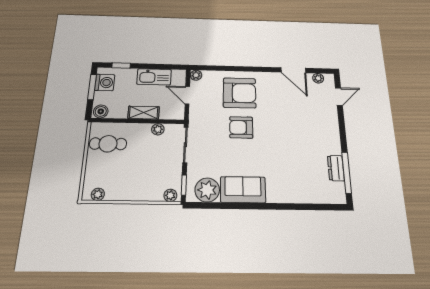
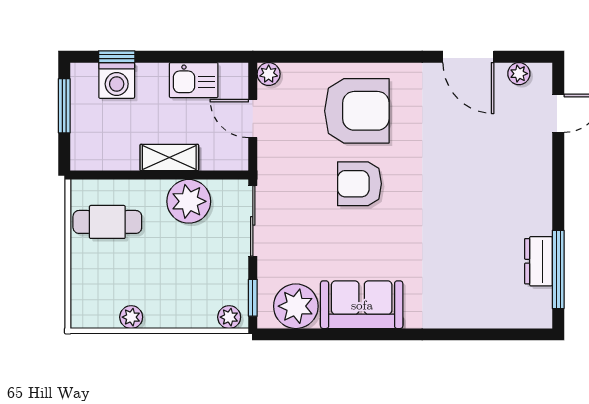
kitchen sink: (154, 77) -> (194, 80), width x0.73
washing machine: (105, 82) -> (117, 80), moved, turned 90
boiler: (101, 111) -> (87, 157), removed
plant: (158, 129) -> (189, 201), width x1.88, depth x1.88
plant: (98, 194) -> (131, 317), moved

